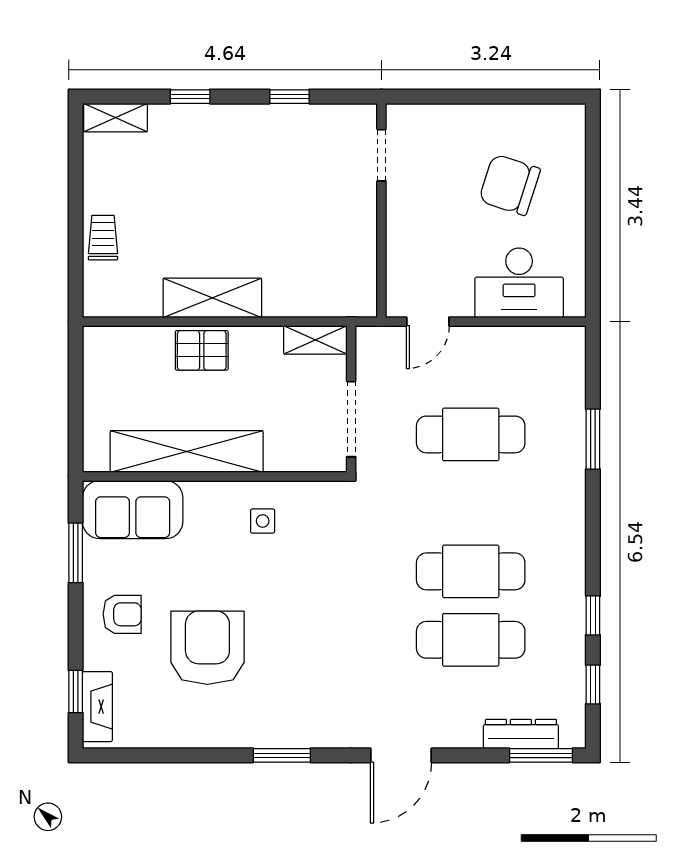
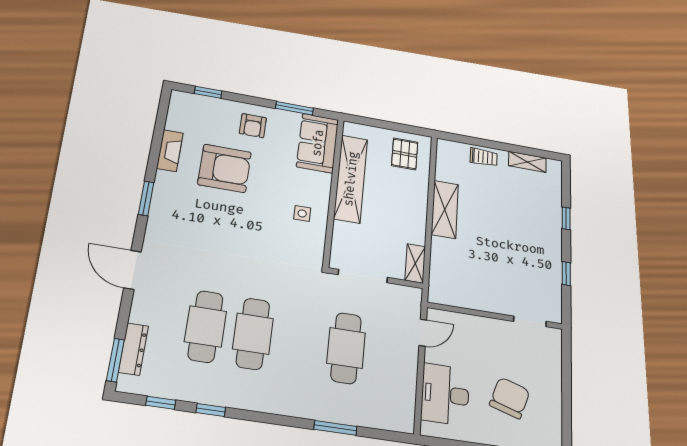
shelving: (115, 118) -> (527, 162), moved, turned 90
door: (428, 322) -> (423, 333), swing flipped
pallet: (202, 350) -> (405, 154), moved
fireplace: (97, 707) -> (170, 151), moved, turned -90

